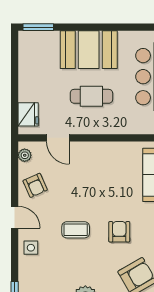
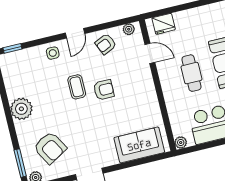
door: (58, 138) -> (150, 53), swing flipped
armchair: (119, 232) -> (104, 90), moved

